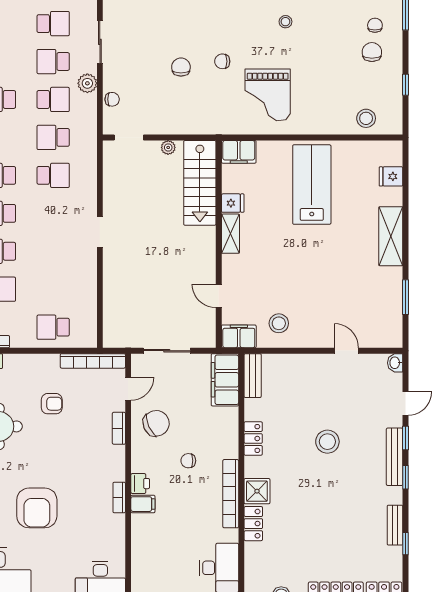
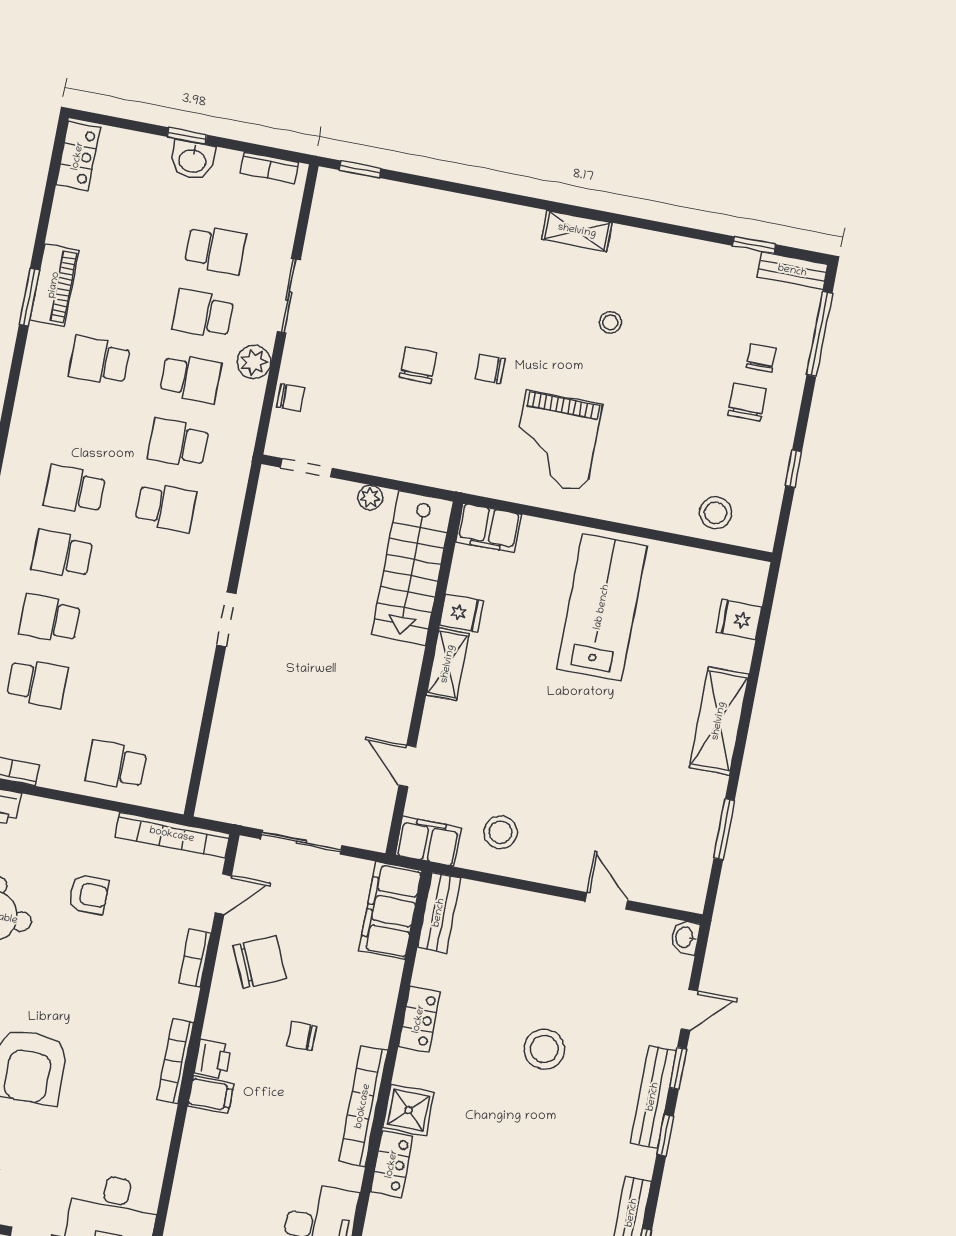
bookcase: (119, 497) -> (175, 1061), width x1.56

